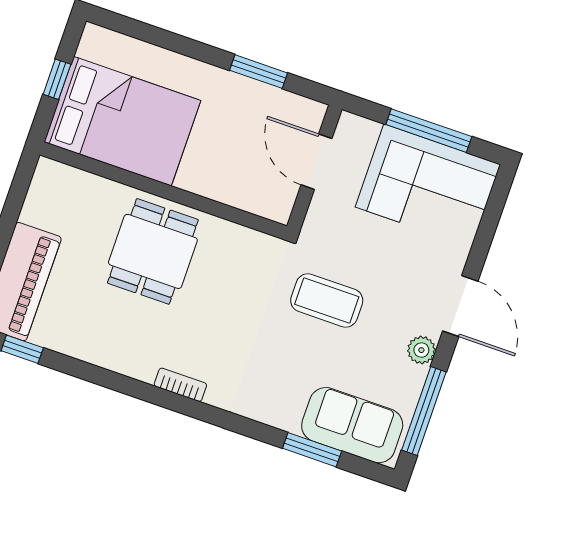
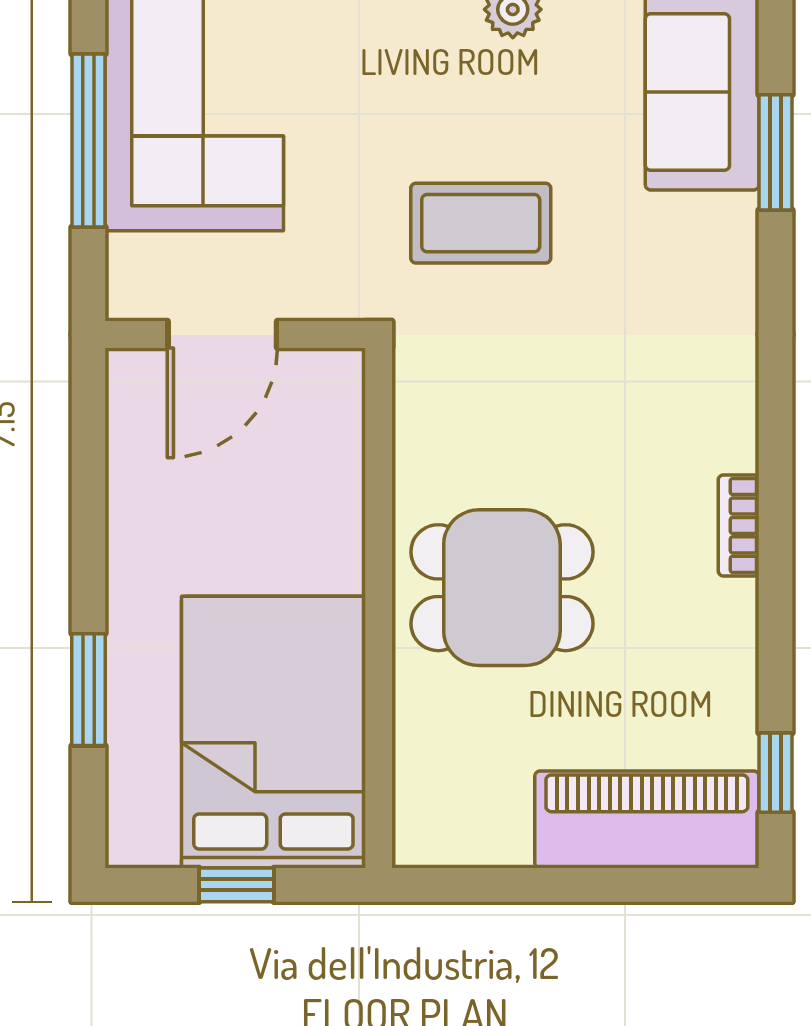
window: (259, 72) -> (88, 690), moved
coffee table: (327, 300) -> (481, 223), turned 90
bookcase: (180, 385) -> (739, 525), moved

